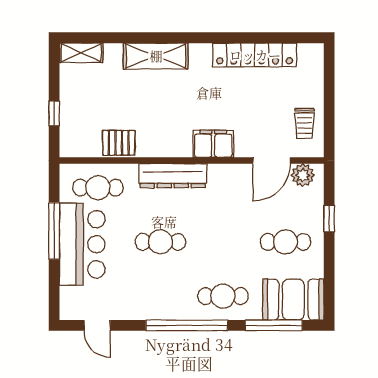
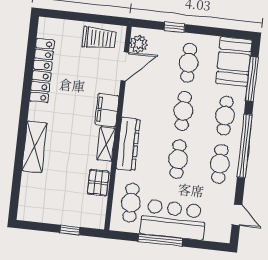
shelving: (81, 53) -> (106, 144), moved
trolley: (304, 124) -> (99, 38), width x1.36, depth x1.39
door: (272, 160) -> (125, 67), hinge flipped
cafe table: (223, 242) -> (183, 111), added
cafe table: (160, 296) -> (220, 164), added
door: (97, 325) -> (237, 215), hinge flipped

